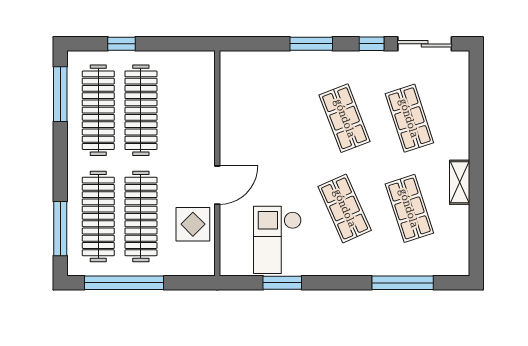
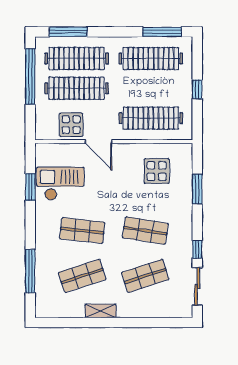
window: (122, 44) -> (197, 89), moved
window: (311, 44) -> (197, 189), moved
display table: (259, 102) -> (157, 171), added
clothes rail: (141, 110) -> (151, 118), moved
shop shelf: (345, 118) -> (145, 231), turned 30
shop shelf: (345, 208) -> (82, 231), turned 30

